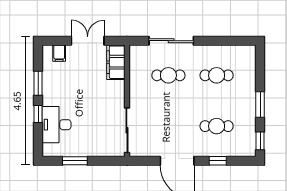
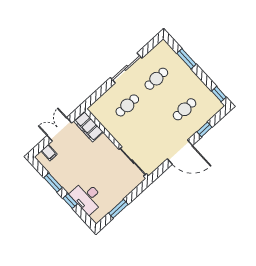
sliding door: (171, 41) -> (126, 68), moved
window: (260, 105) -> (186, 59), moved

